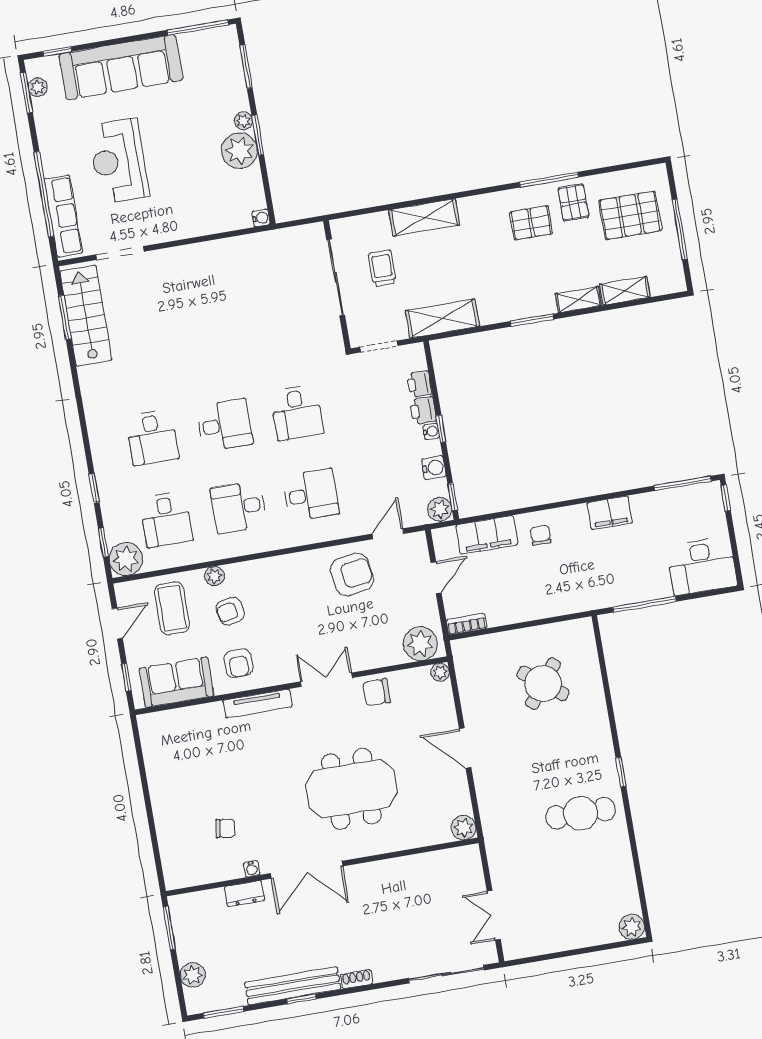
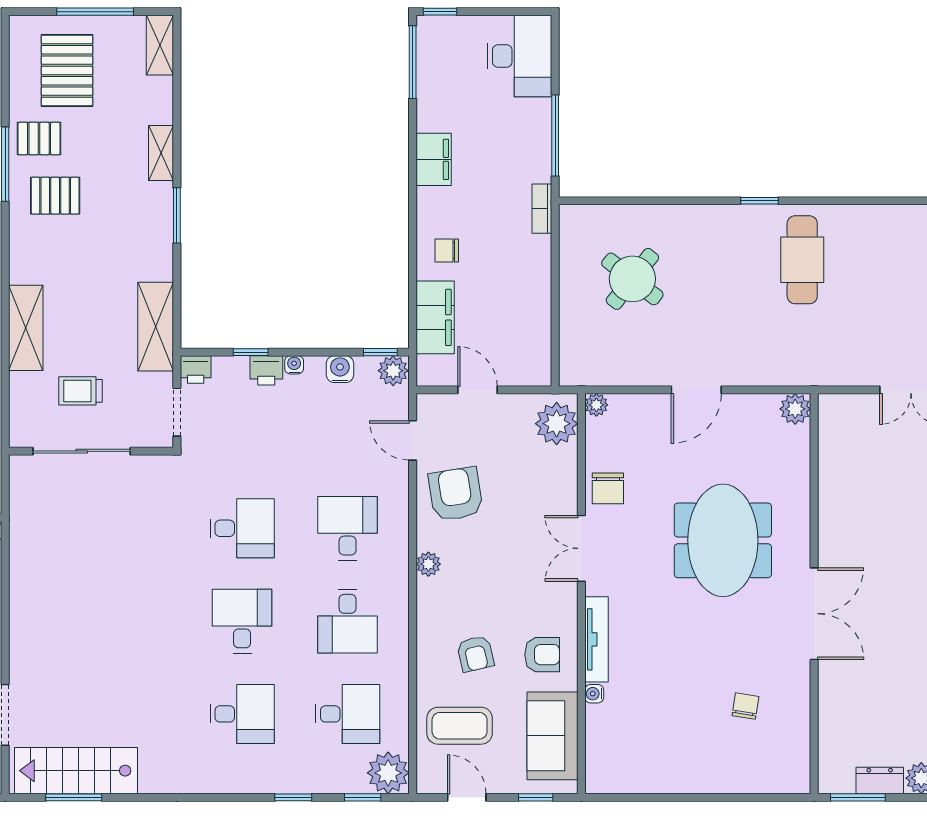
pallet: (531, 223) -> (55, 196), turned 90
shelving: (625, 291) -> (160, 45), moved
printer: (419, 384) -> (196, 369), moved
window: (441, 429) -> (251, 352), moved
plant: (214, 576) -> (428, 564), moved
bookcase: (466, 624) -> (542, 209), moved
water cooler: (252, 869) -> (594, 694), moved, turned 180
dresser: (245, 894) -> (880, 781), moved, turned -90

